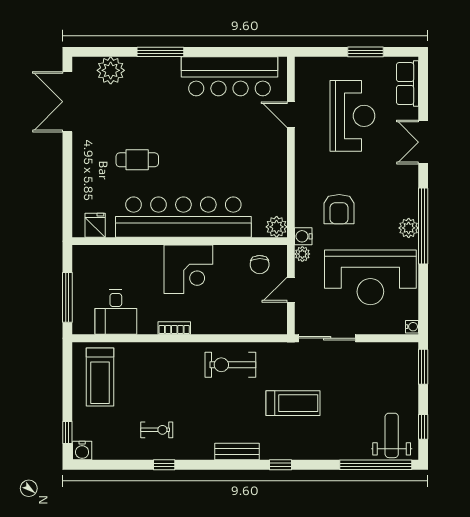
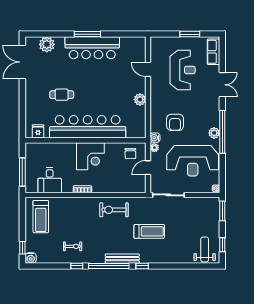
window: (160, 52) -> (87, 34), moved
bar counter: (229, 76) -> (92, 48), moved
double door: (423, 142) -> (222, 85), swing flipped
plant: (277, 227) -> (140, 99), moved
bench: (237, 452) -> (122, 259), width x1.36
window: (376, 465) -> (109, 266), moved

